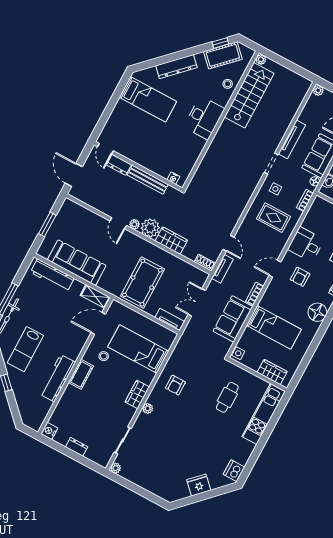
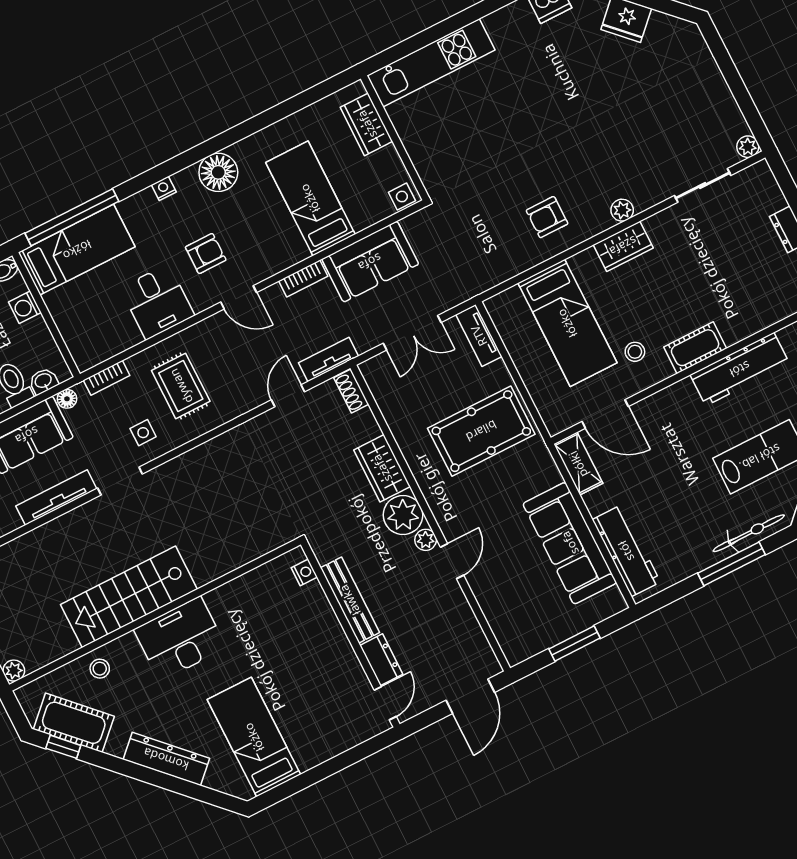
stairs: (249, 95) -> (129, 597), moved
armchair: (175, 385) -> (547, 217), turned 180
cafe table: (227, 397) -> (473, 134), removed

